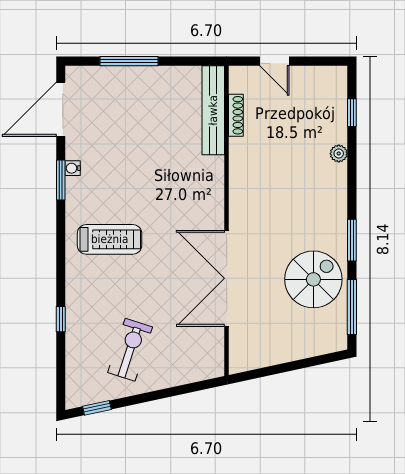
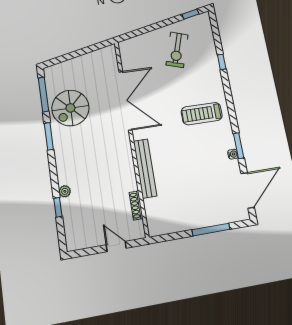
bench: (213, 110) -> (145, 168), moved
window: (352, 113) -> (58, 207), moved

